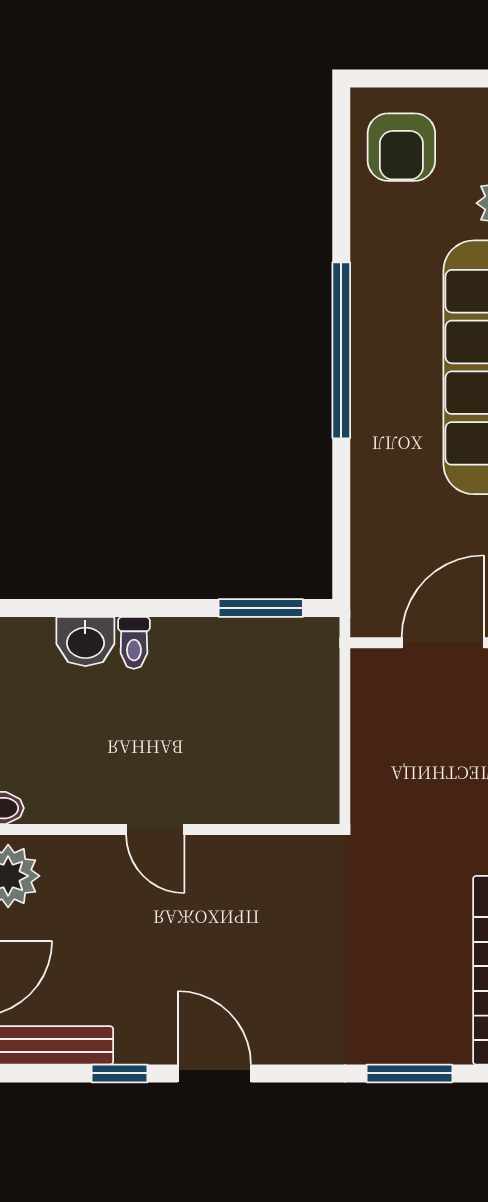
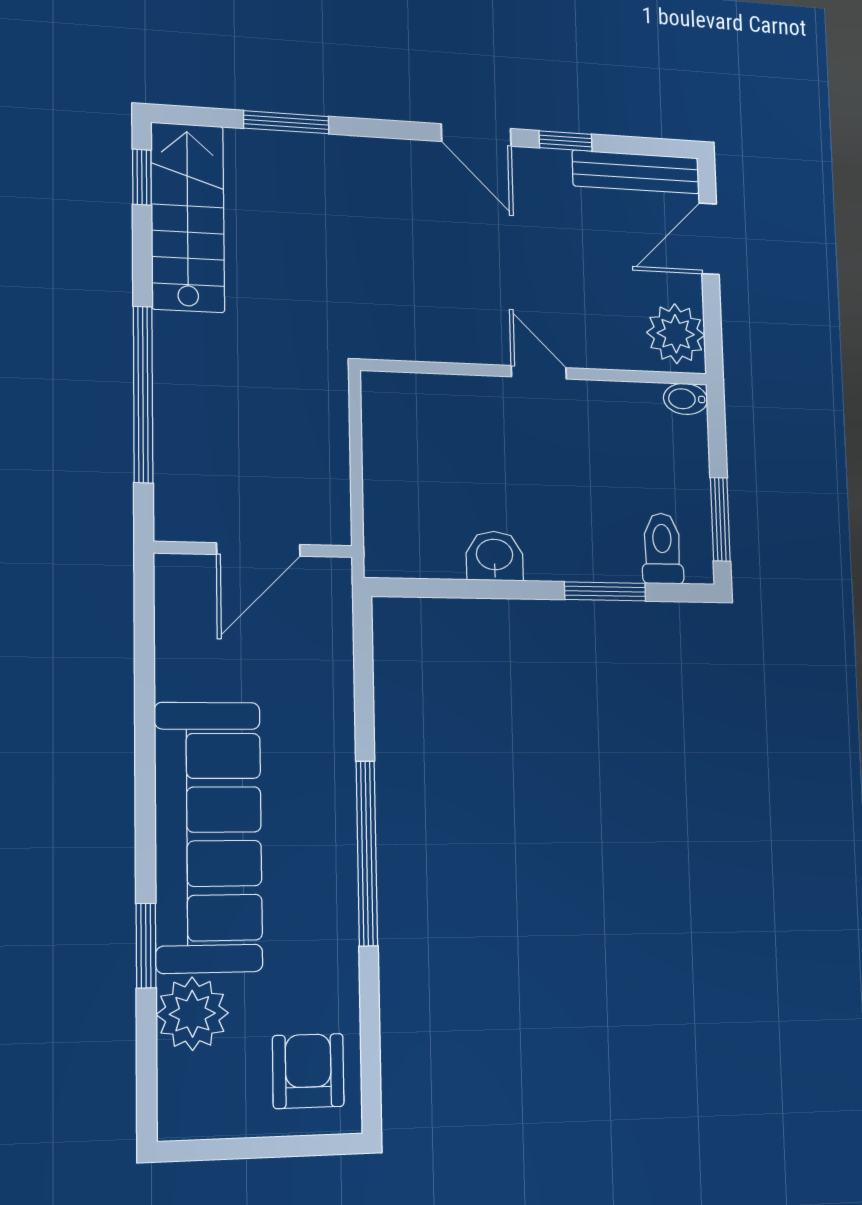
window: (261, 608) -> (605, 591), moved
washbasin: (85, 641) -> (495, 556), moved
toilet: (134, 643) -> (662, 548), moved, width x1.37, depth x1.39

